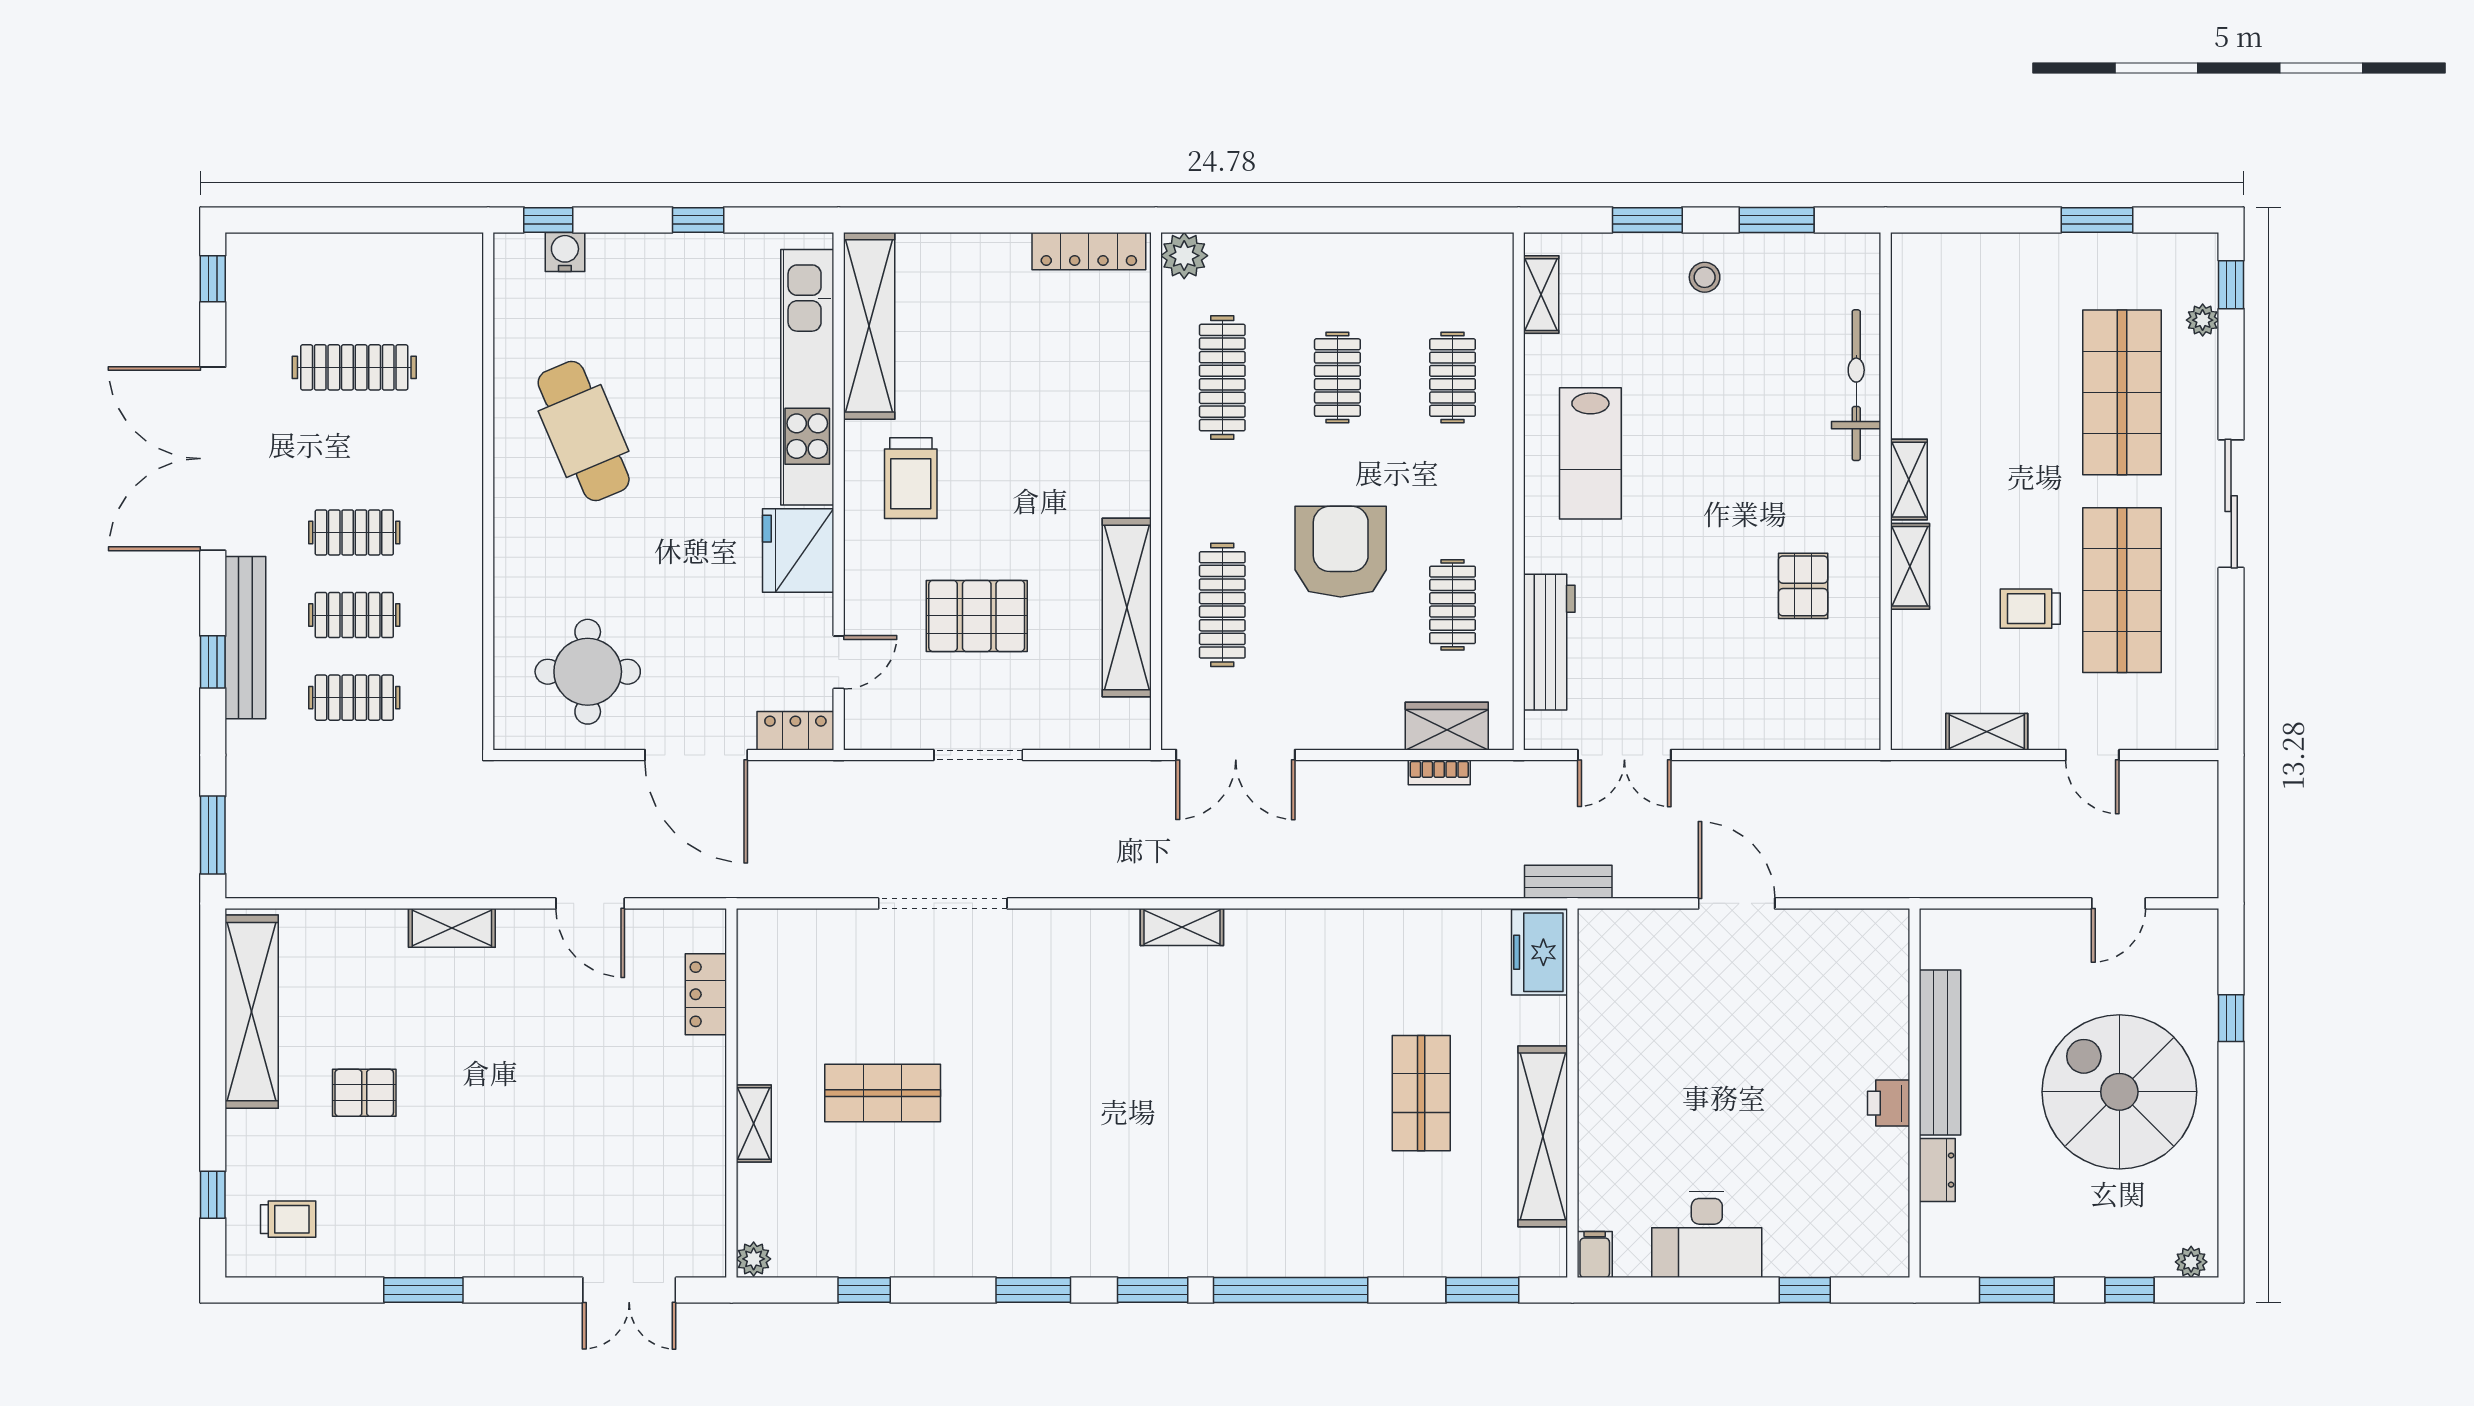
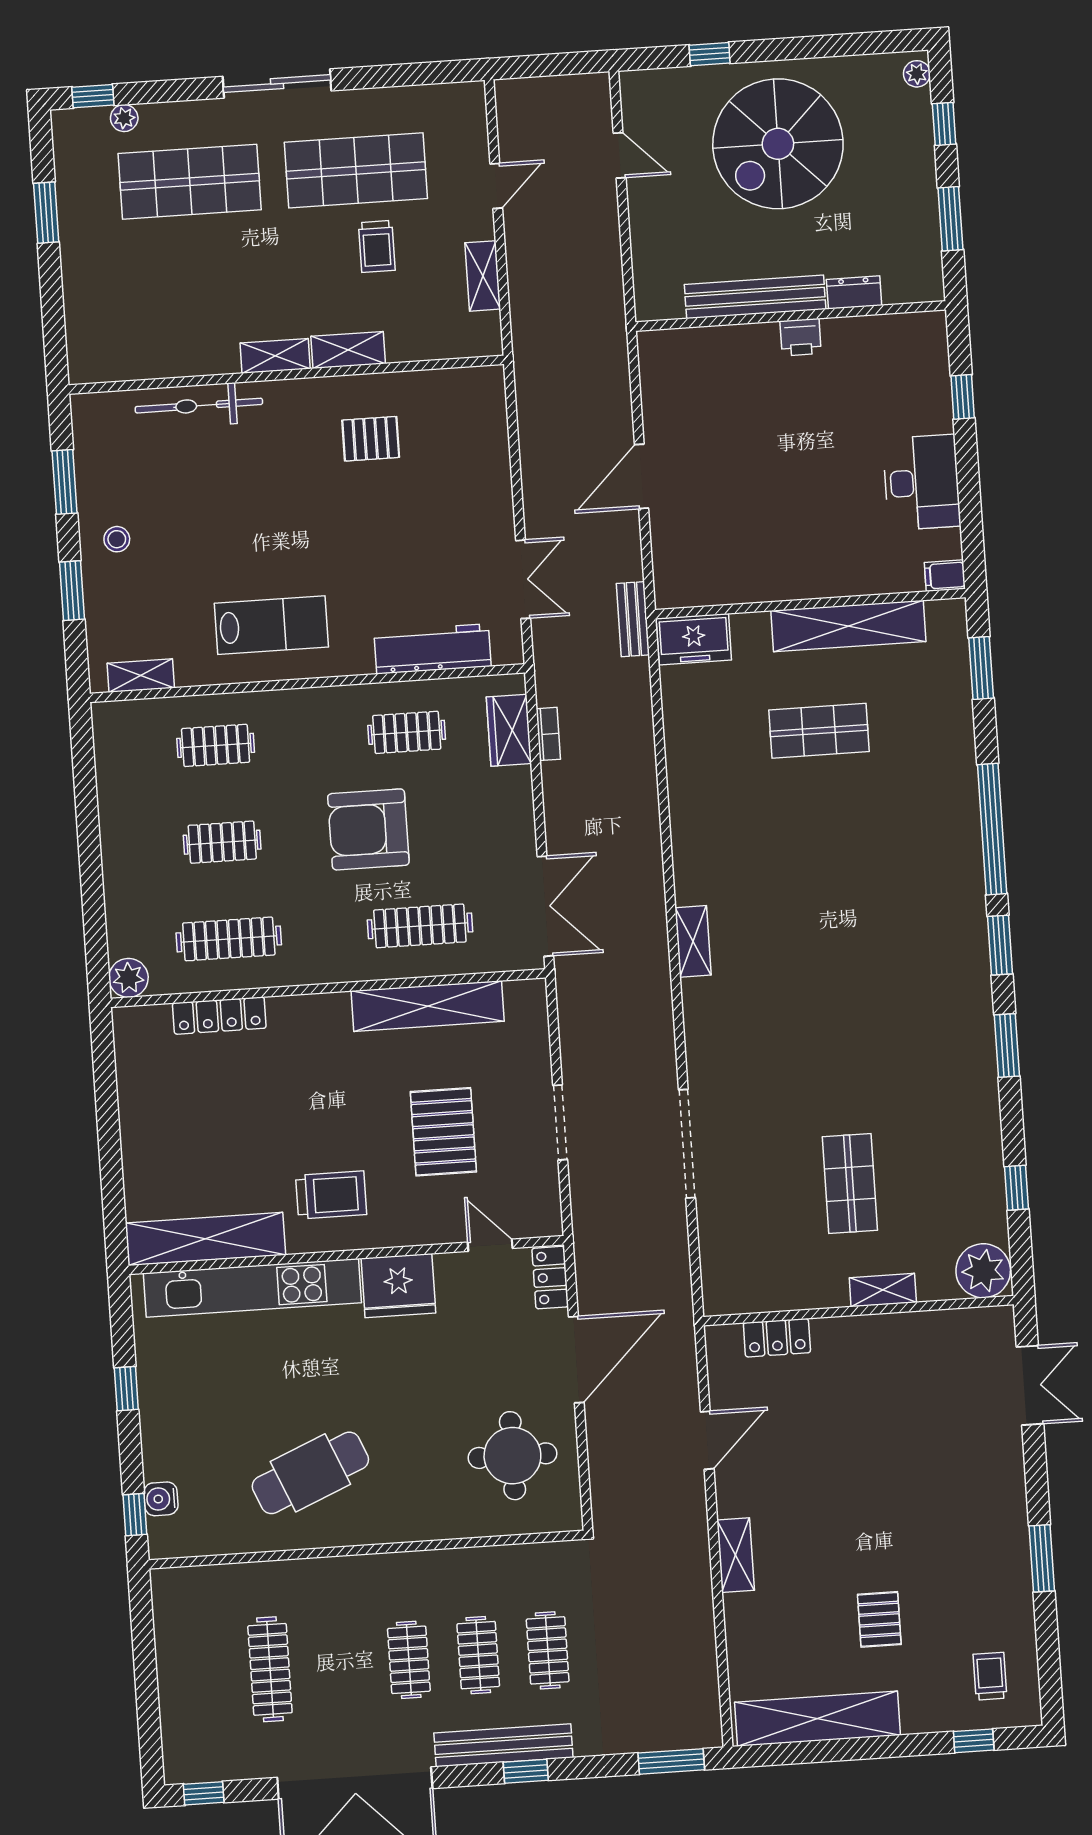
locker: (1089, 251) -> (219, 1016), moved, turned 90
plant: (754, 1259) -> (983, 1271), width x1.87, depth x1.87

